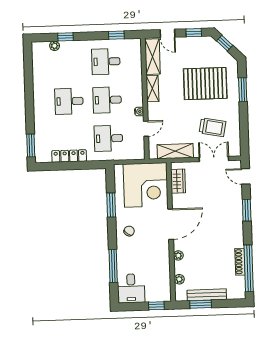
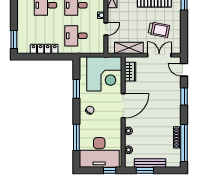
desk: (131, 288) -> (99, 152), width x1.87, depth x1.30

